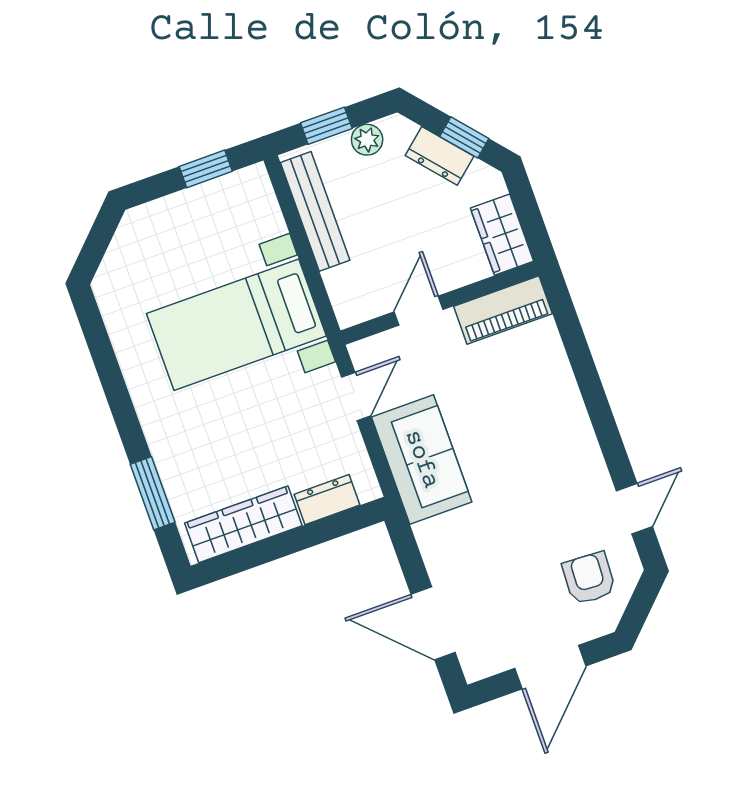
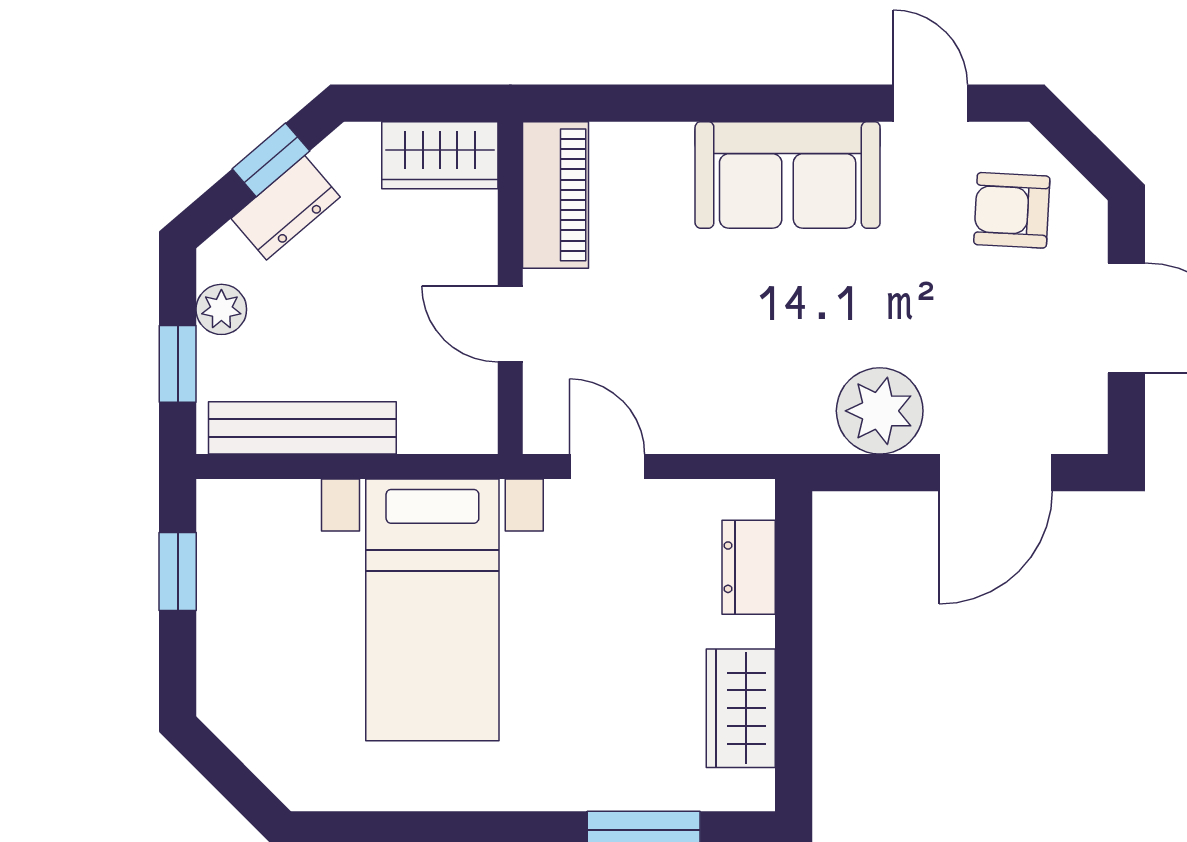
sofa: (422, 459) -> (788, 175), moved, turned 180
wardrobe: (243, 524) -> (741, 708), width x0.67
plant: (445, 543) -> (880, 411), added

